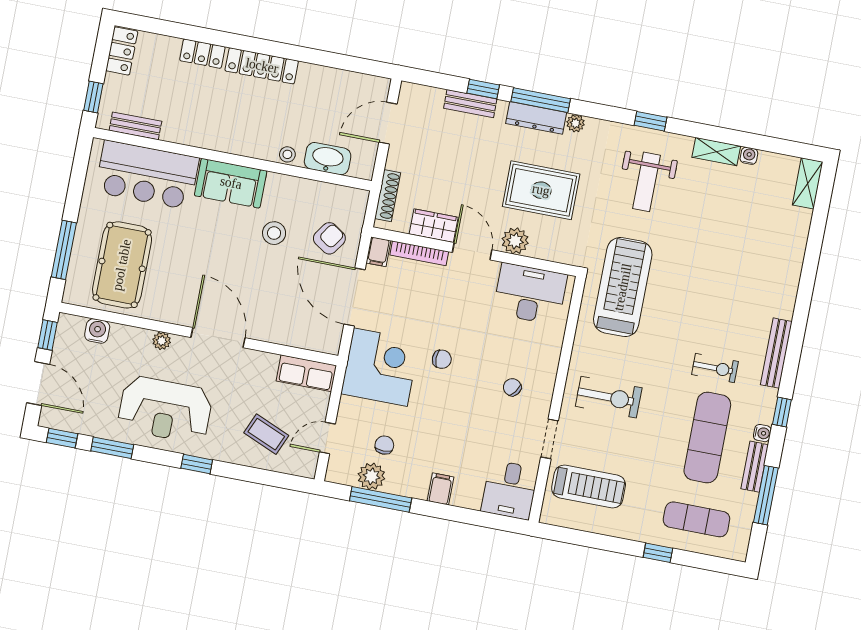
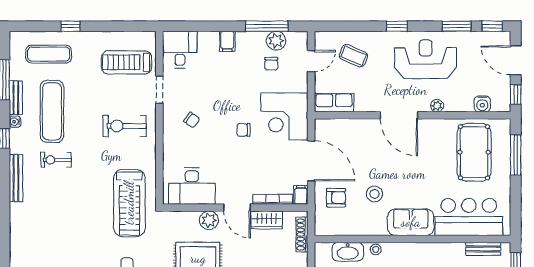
armchair: (329, 238) -> (336, 198), turned -124

